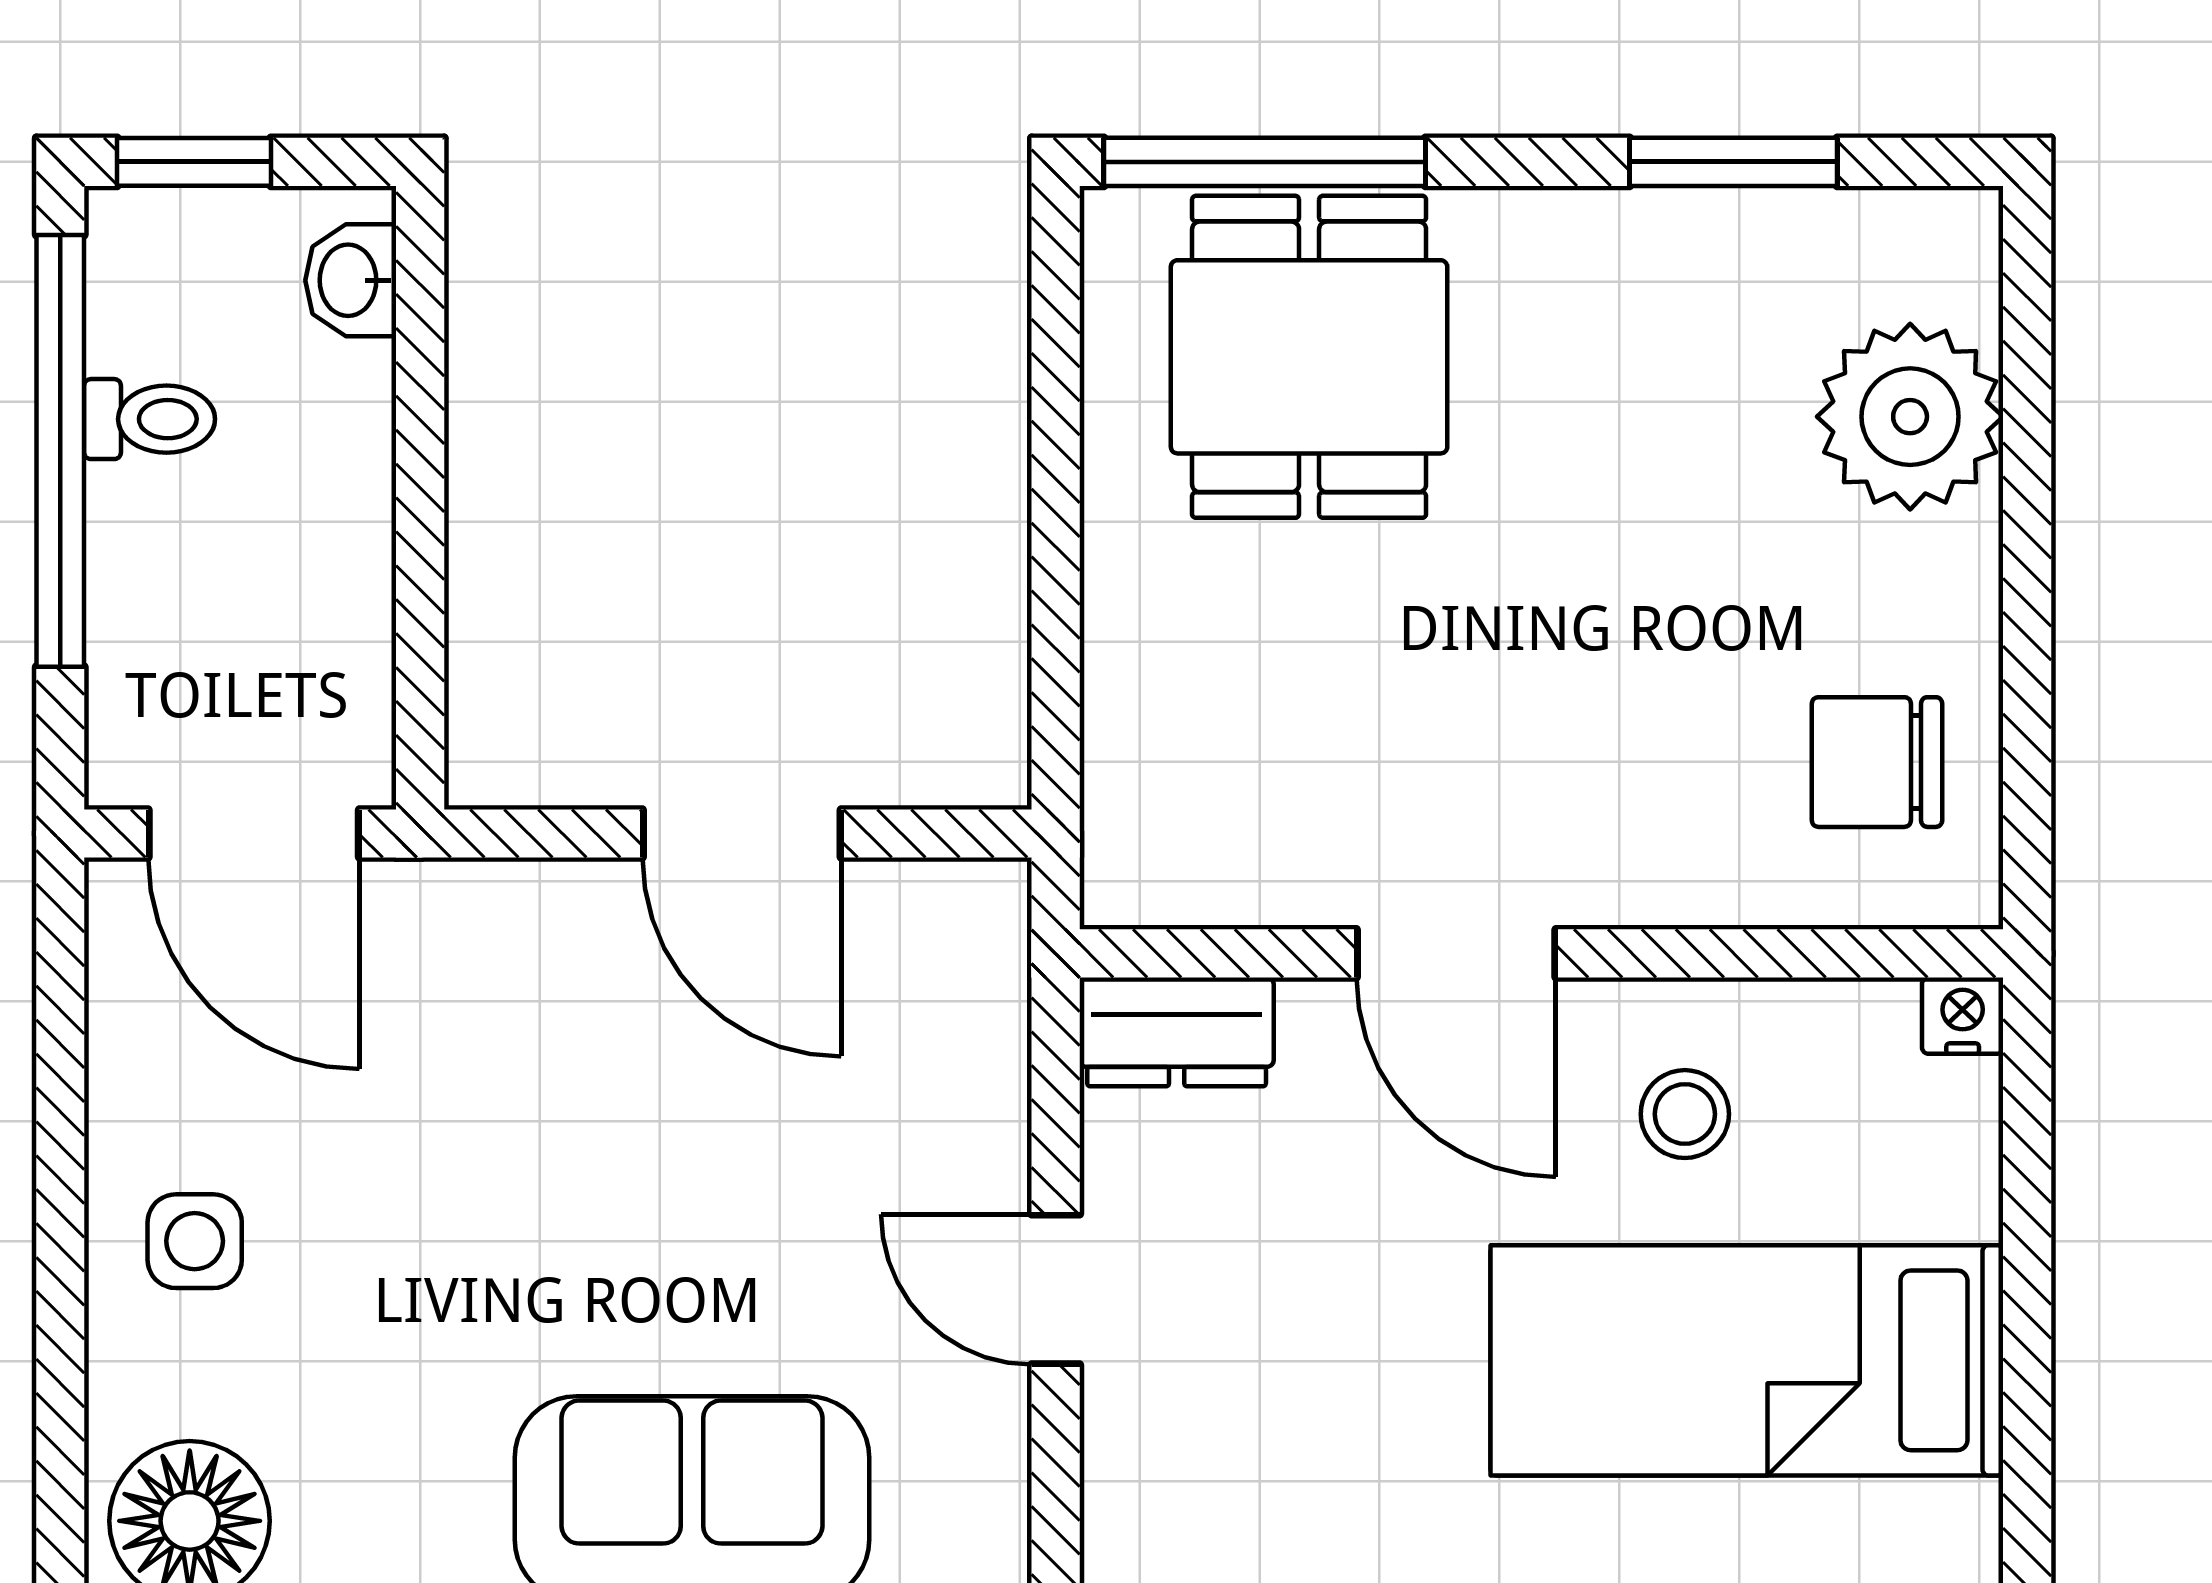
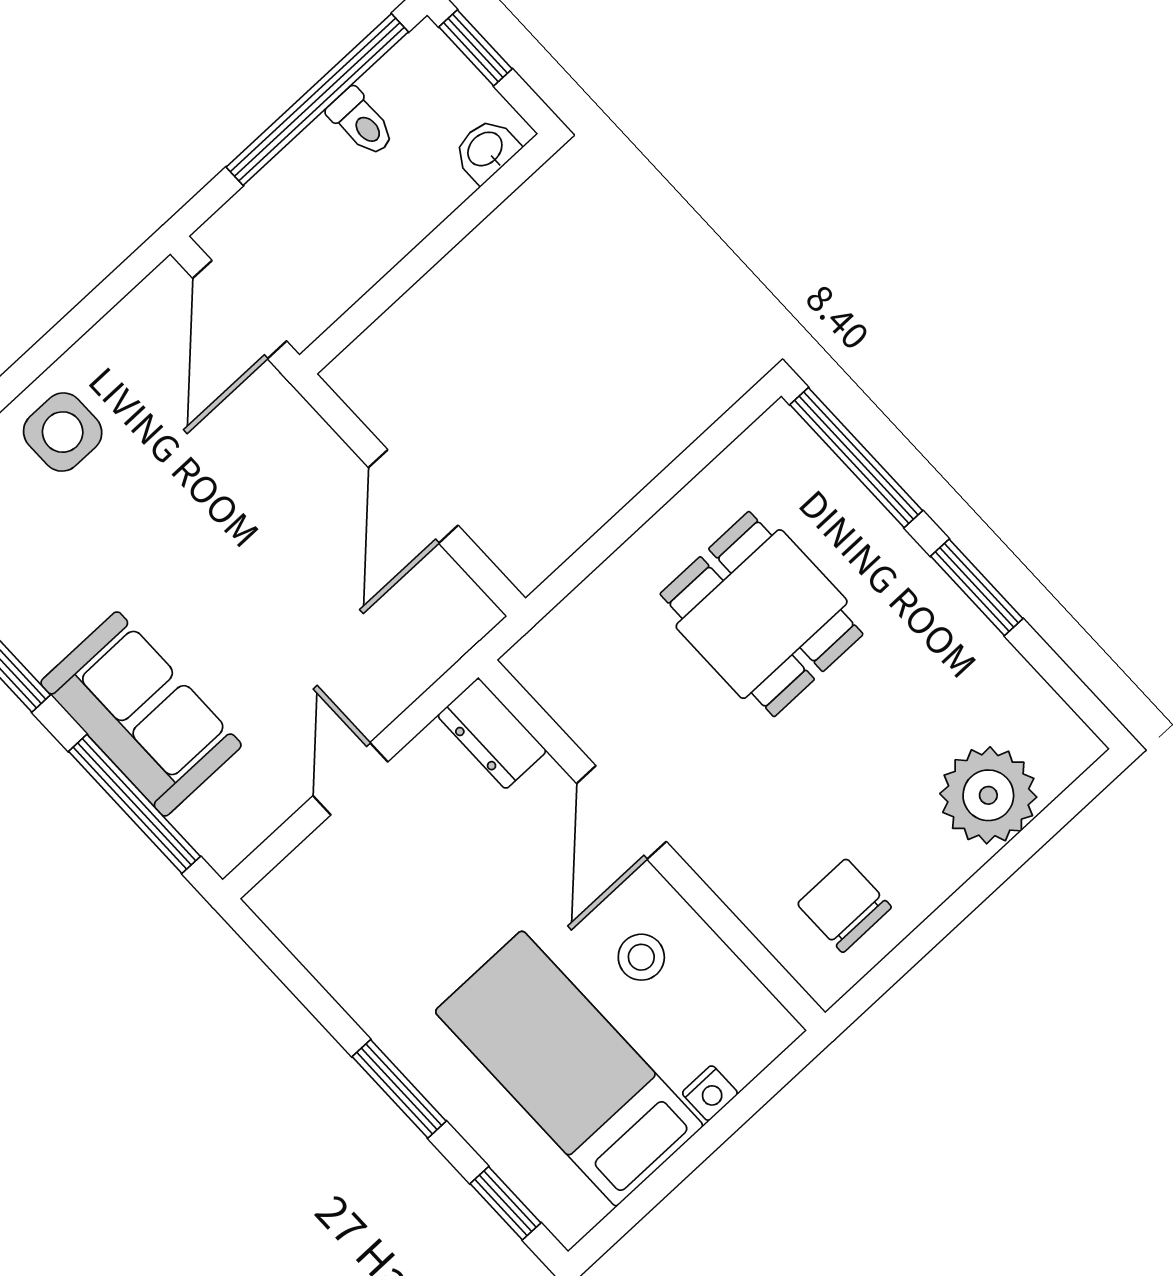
window: (1733, 162) -> (977, 587), moved
dining table: (1309, 357) -> (762, 614), moved, turned 90
nightstand: (1963, 1016) -> (710, 1093), moved, turned 90
side table: (195, 1241) -> (63, 432), width x1.37, depth x1.37

